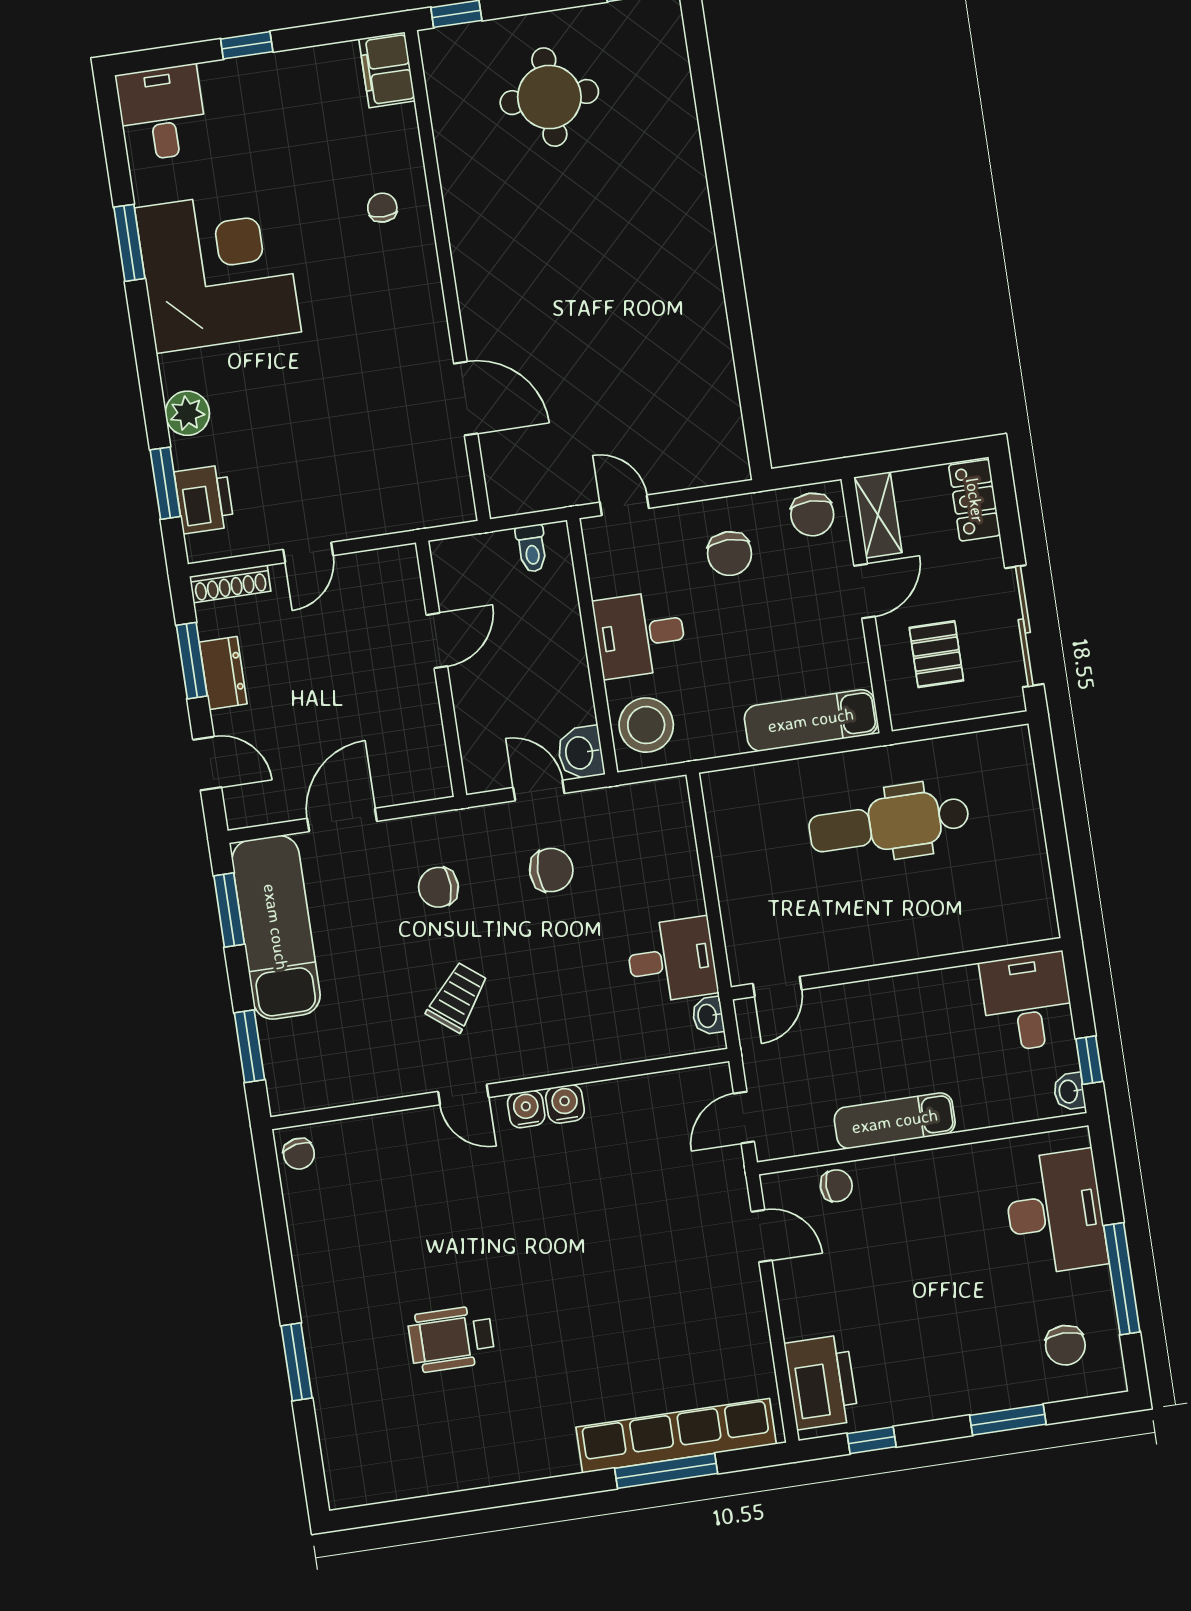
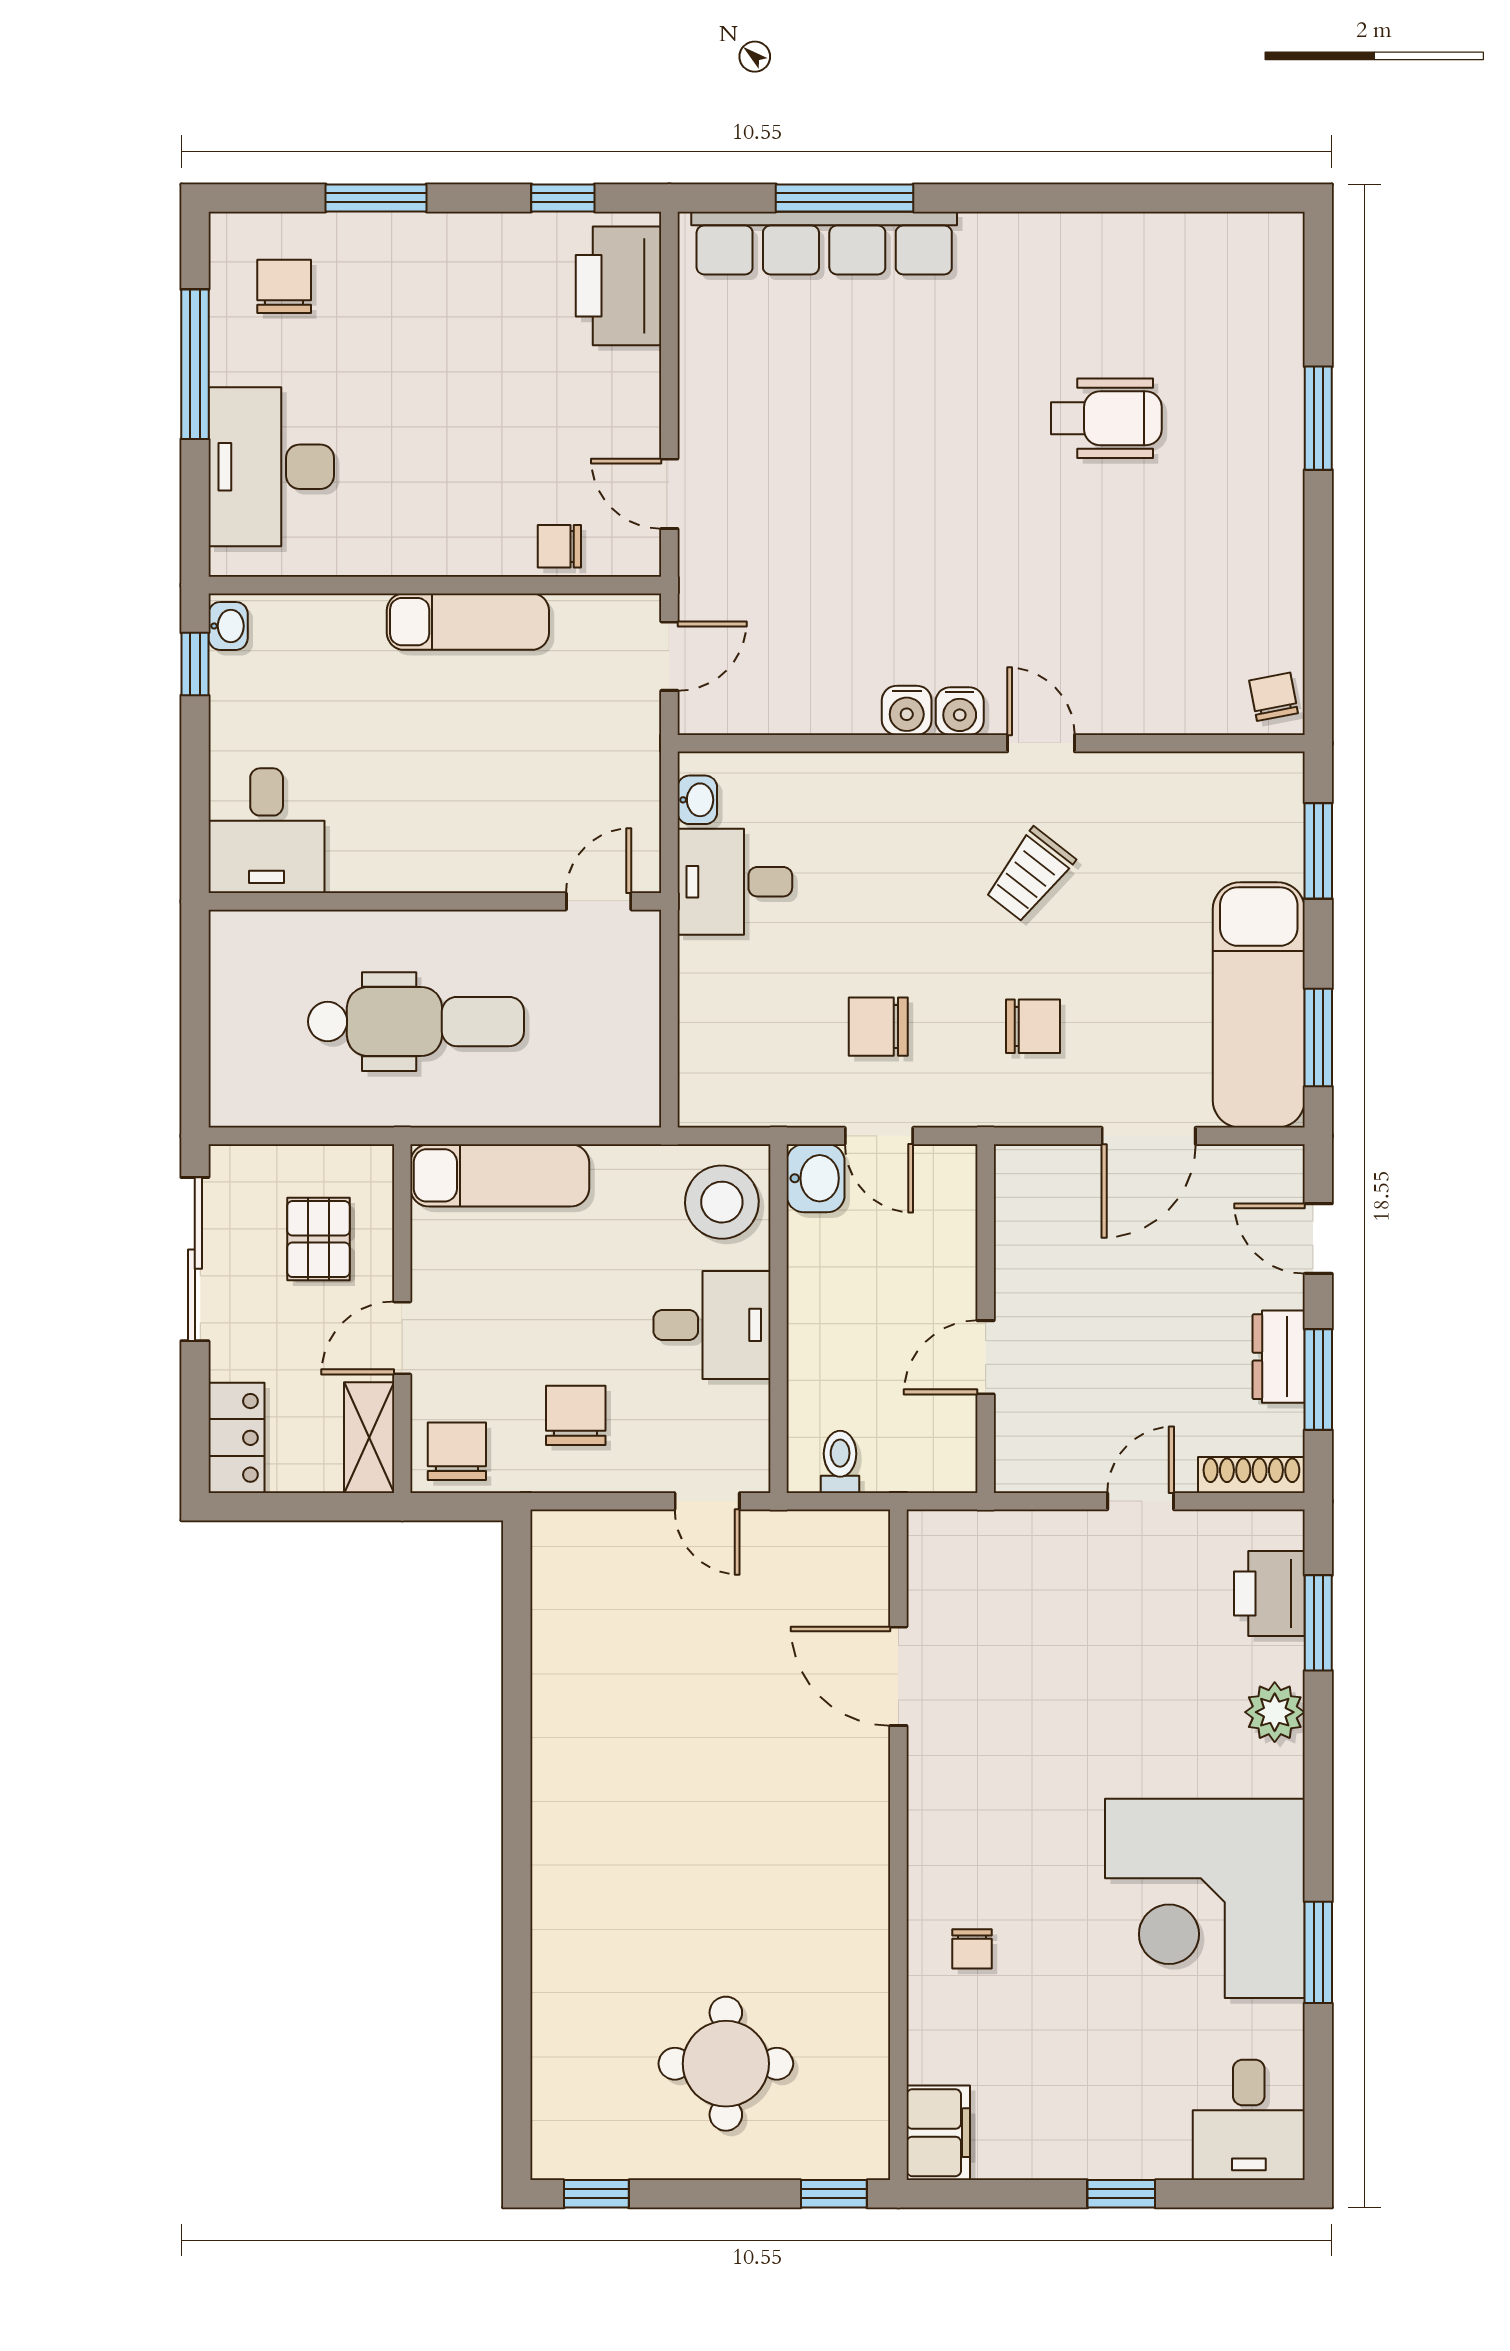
wall: (897, 969) -> (435, 901), moved
door: (777, 987) -> (599, 901), moved
desk: (1027, 1002) -> (267, 831), moved

